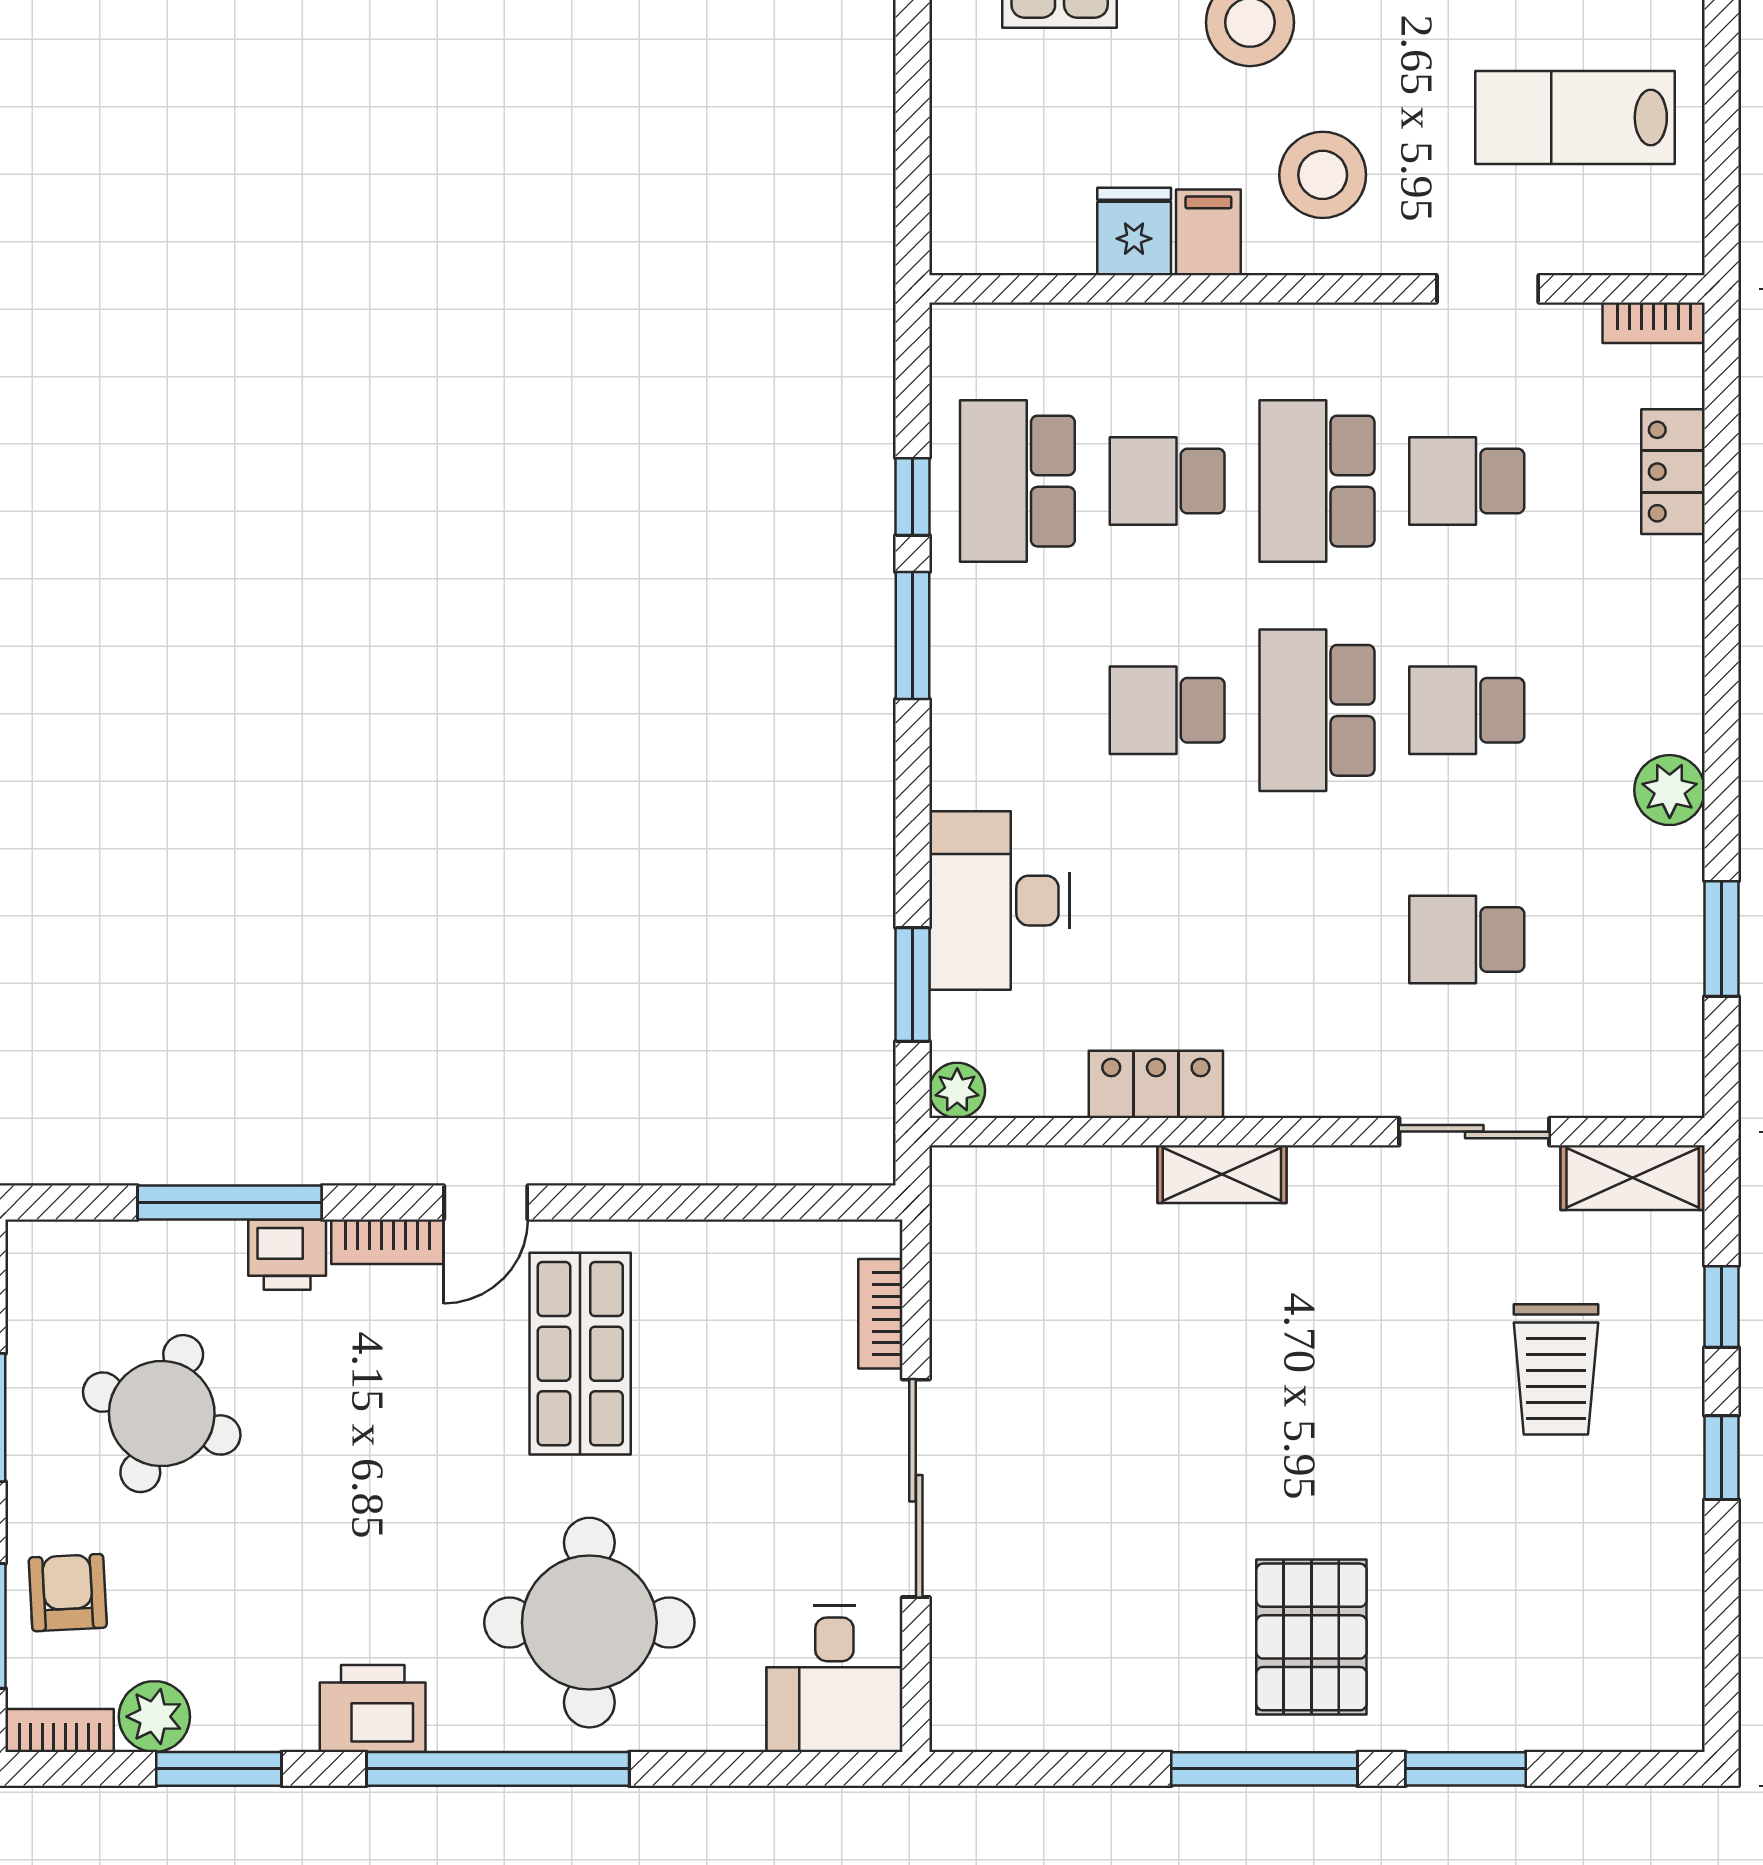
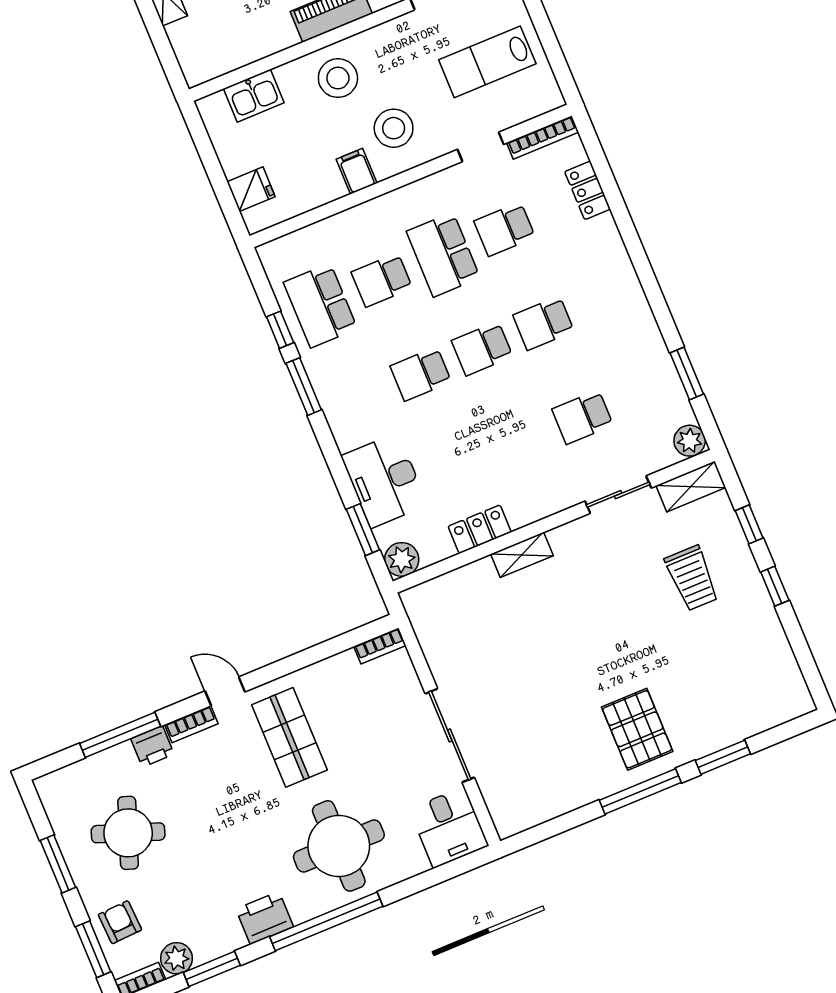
fridge: (1134, 232) -> (251, 189), moved, turned 90
bookcase: (1654, 323) -> (543, 137), width x1.56
school desk: (1317, 710) -> (482, 349), width x0.54
plant: (1670, 790) -> (690, 441), moved
plant: (957, 1090) -> (402, 559), width x1.38, depth x1.38
door: (486, 1203) -> (225, 691), swing flipped
bookcase: (880, 1314) -> (380, 646), moved, turned -90

